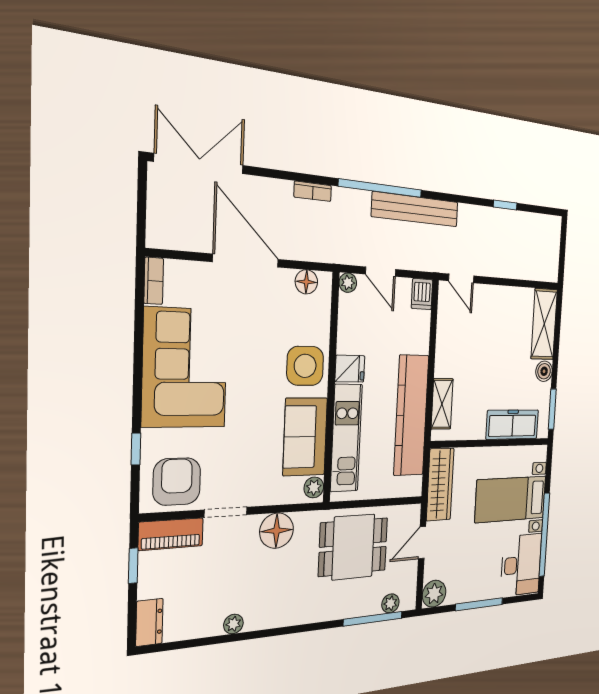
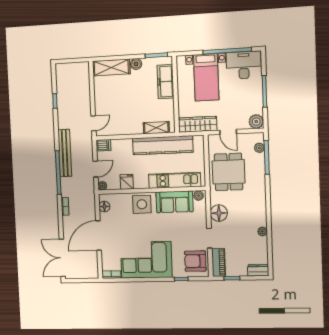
fridge: (350, 369) -> (127, 182), moved

